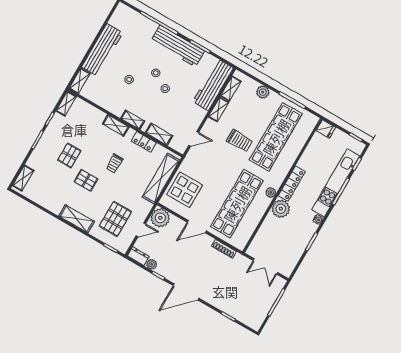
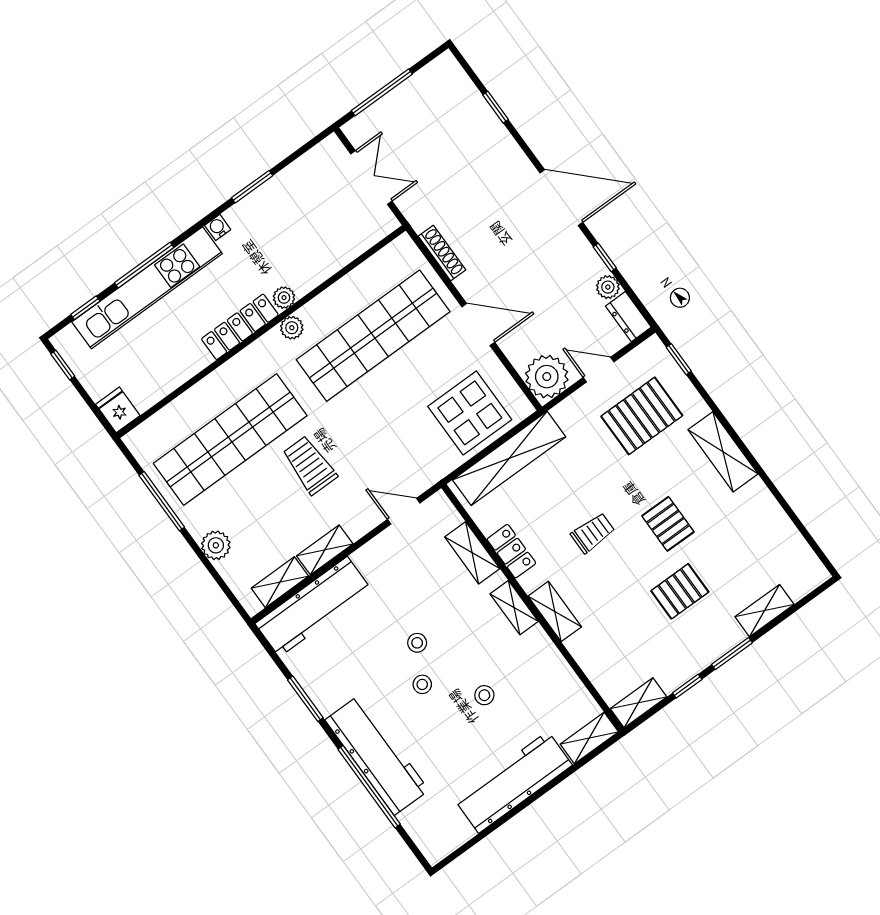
workbench: (178, 46) -> (377, 755), moved
shelving: (23, 178) -> (764, 611), moved
plant: (281, 209) -> (284, 298), width x0.53, depth x0.53

